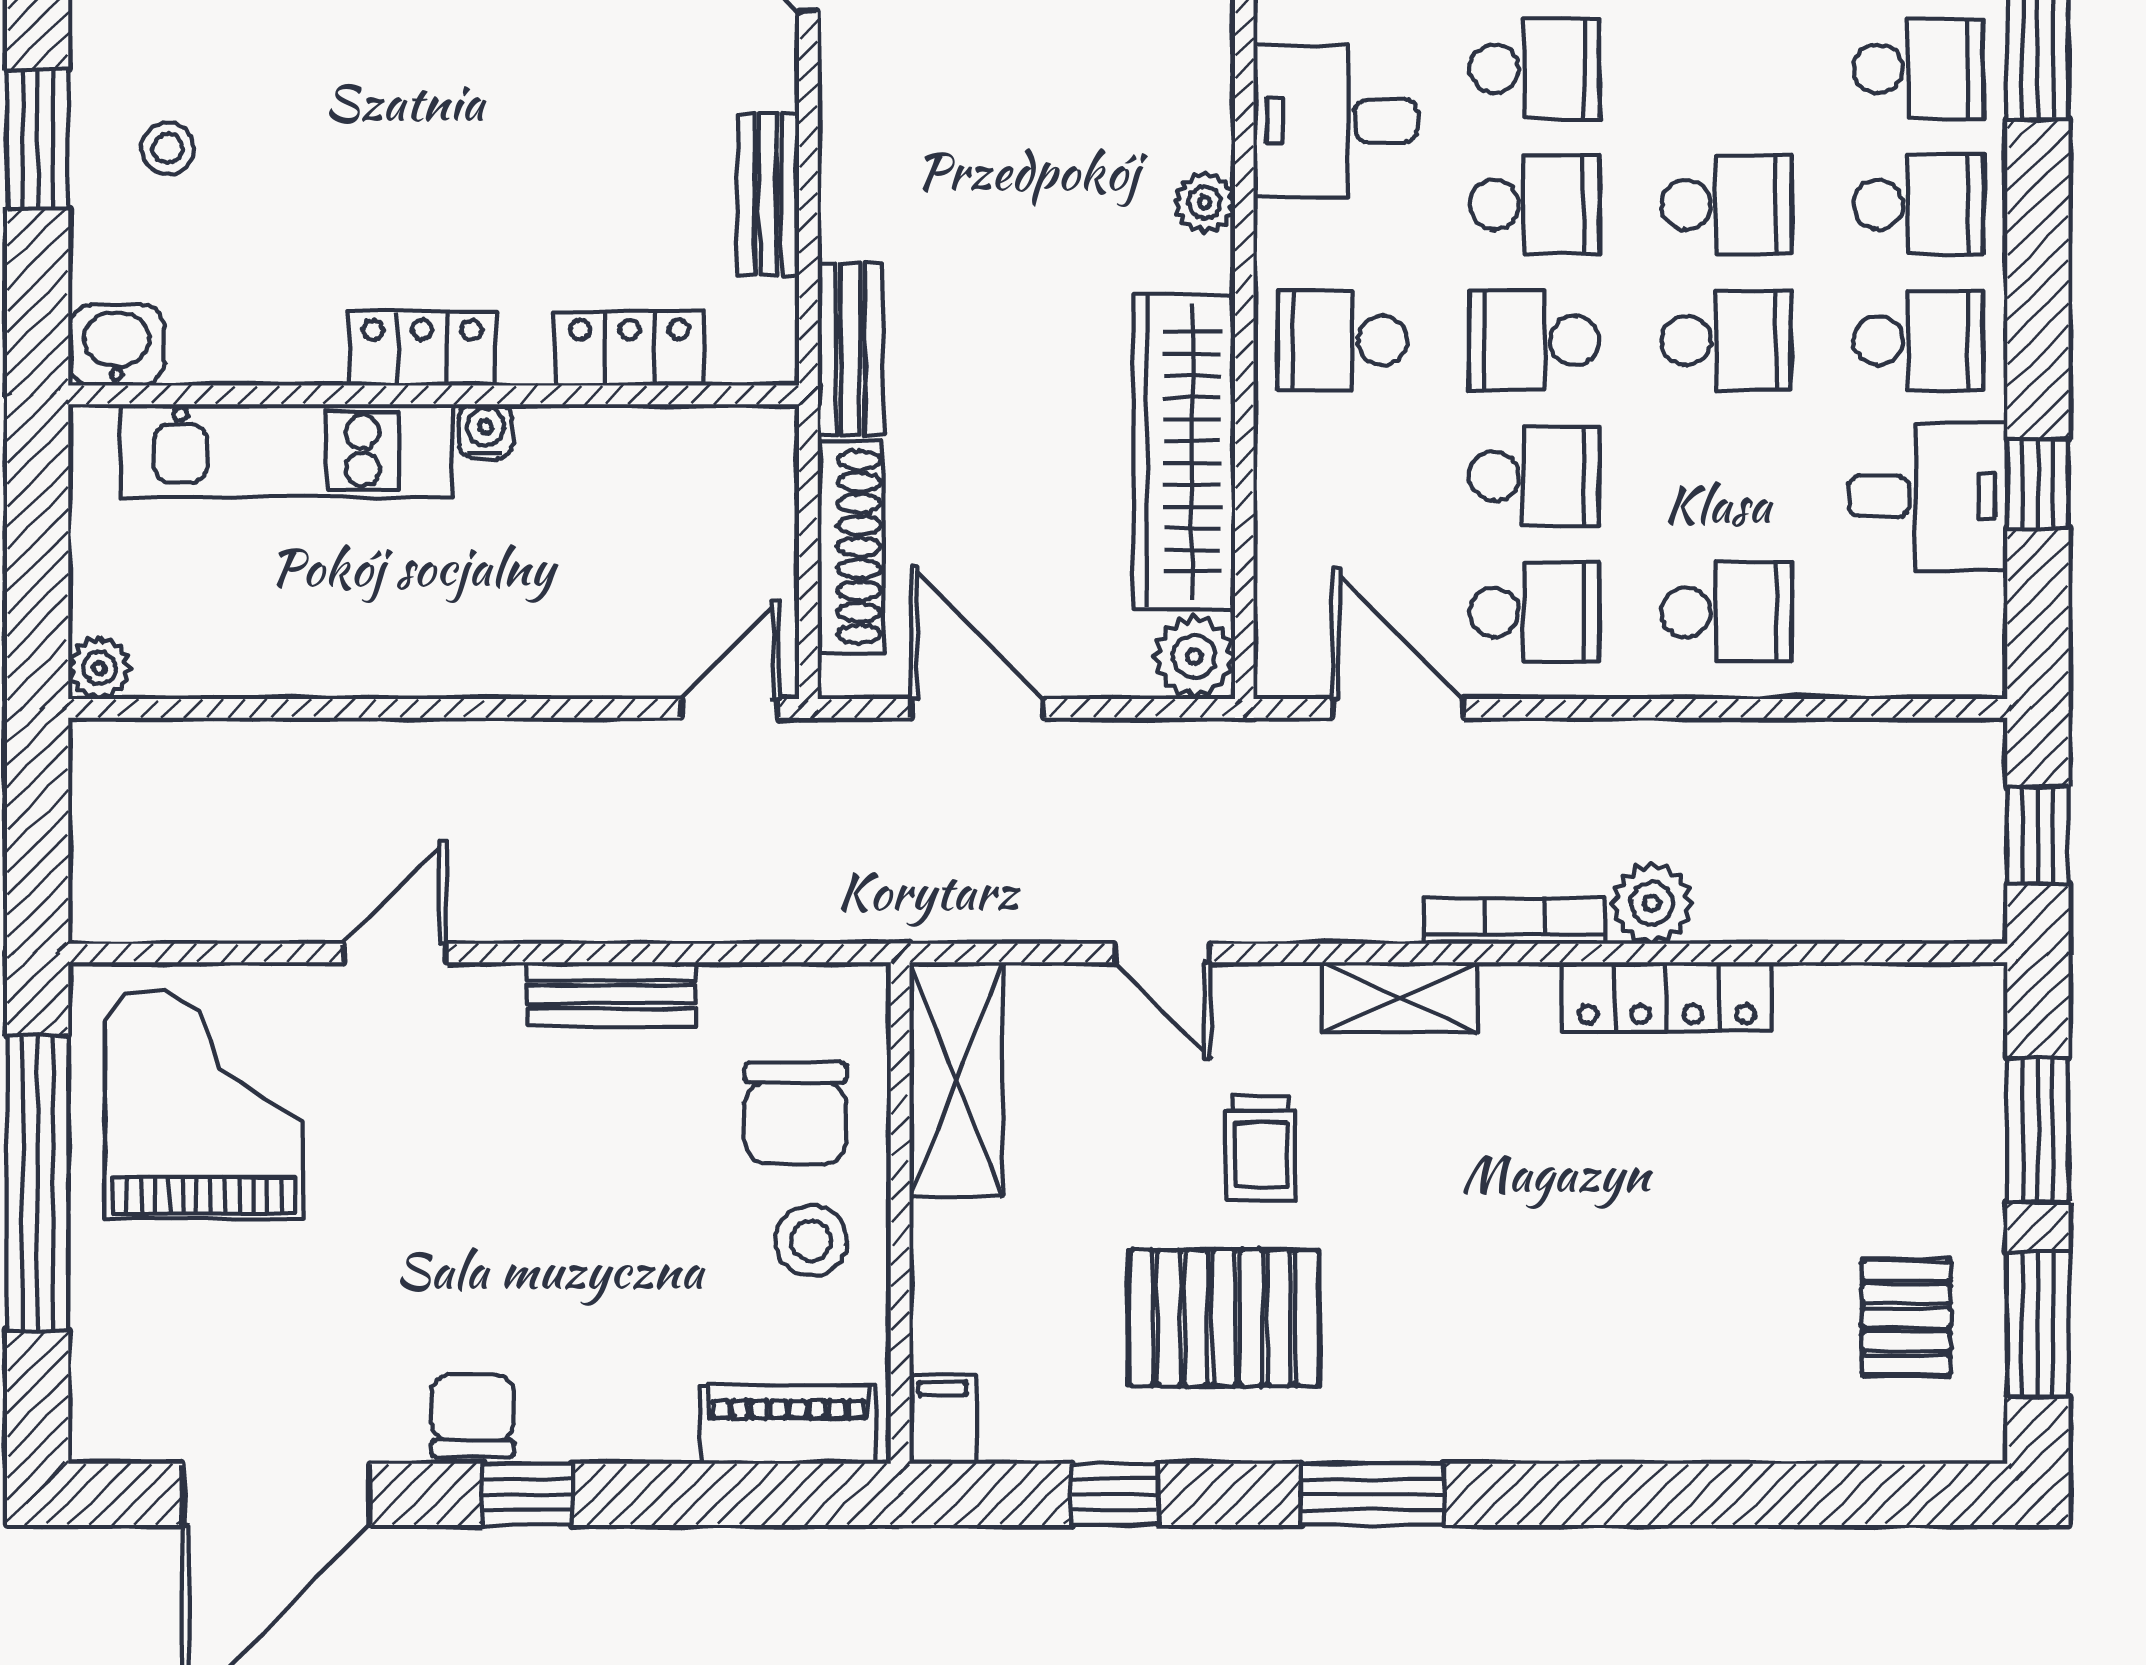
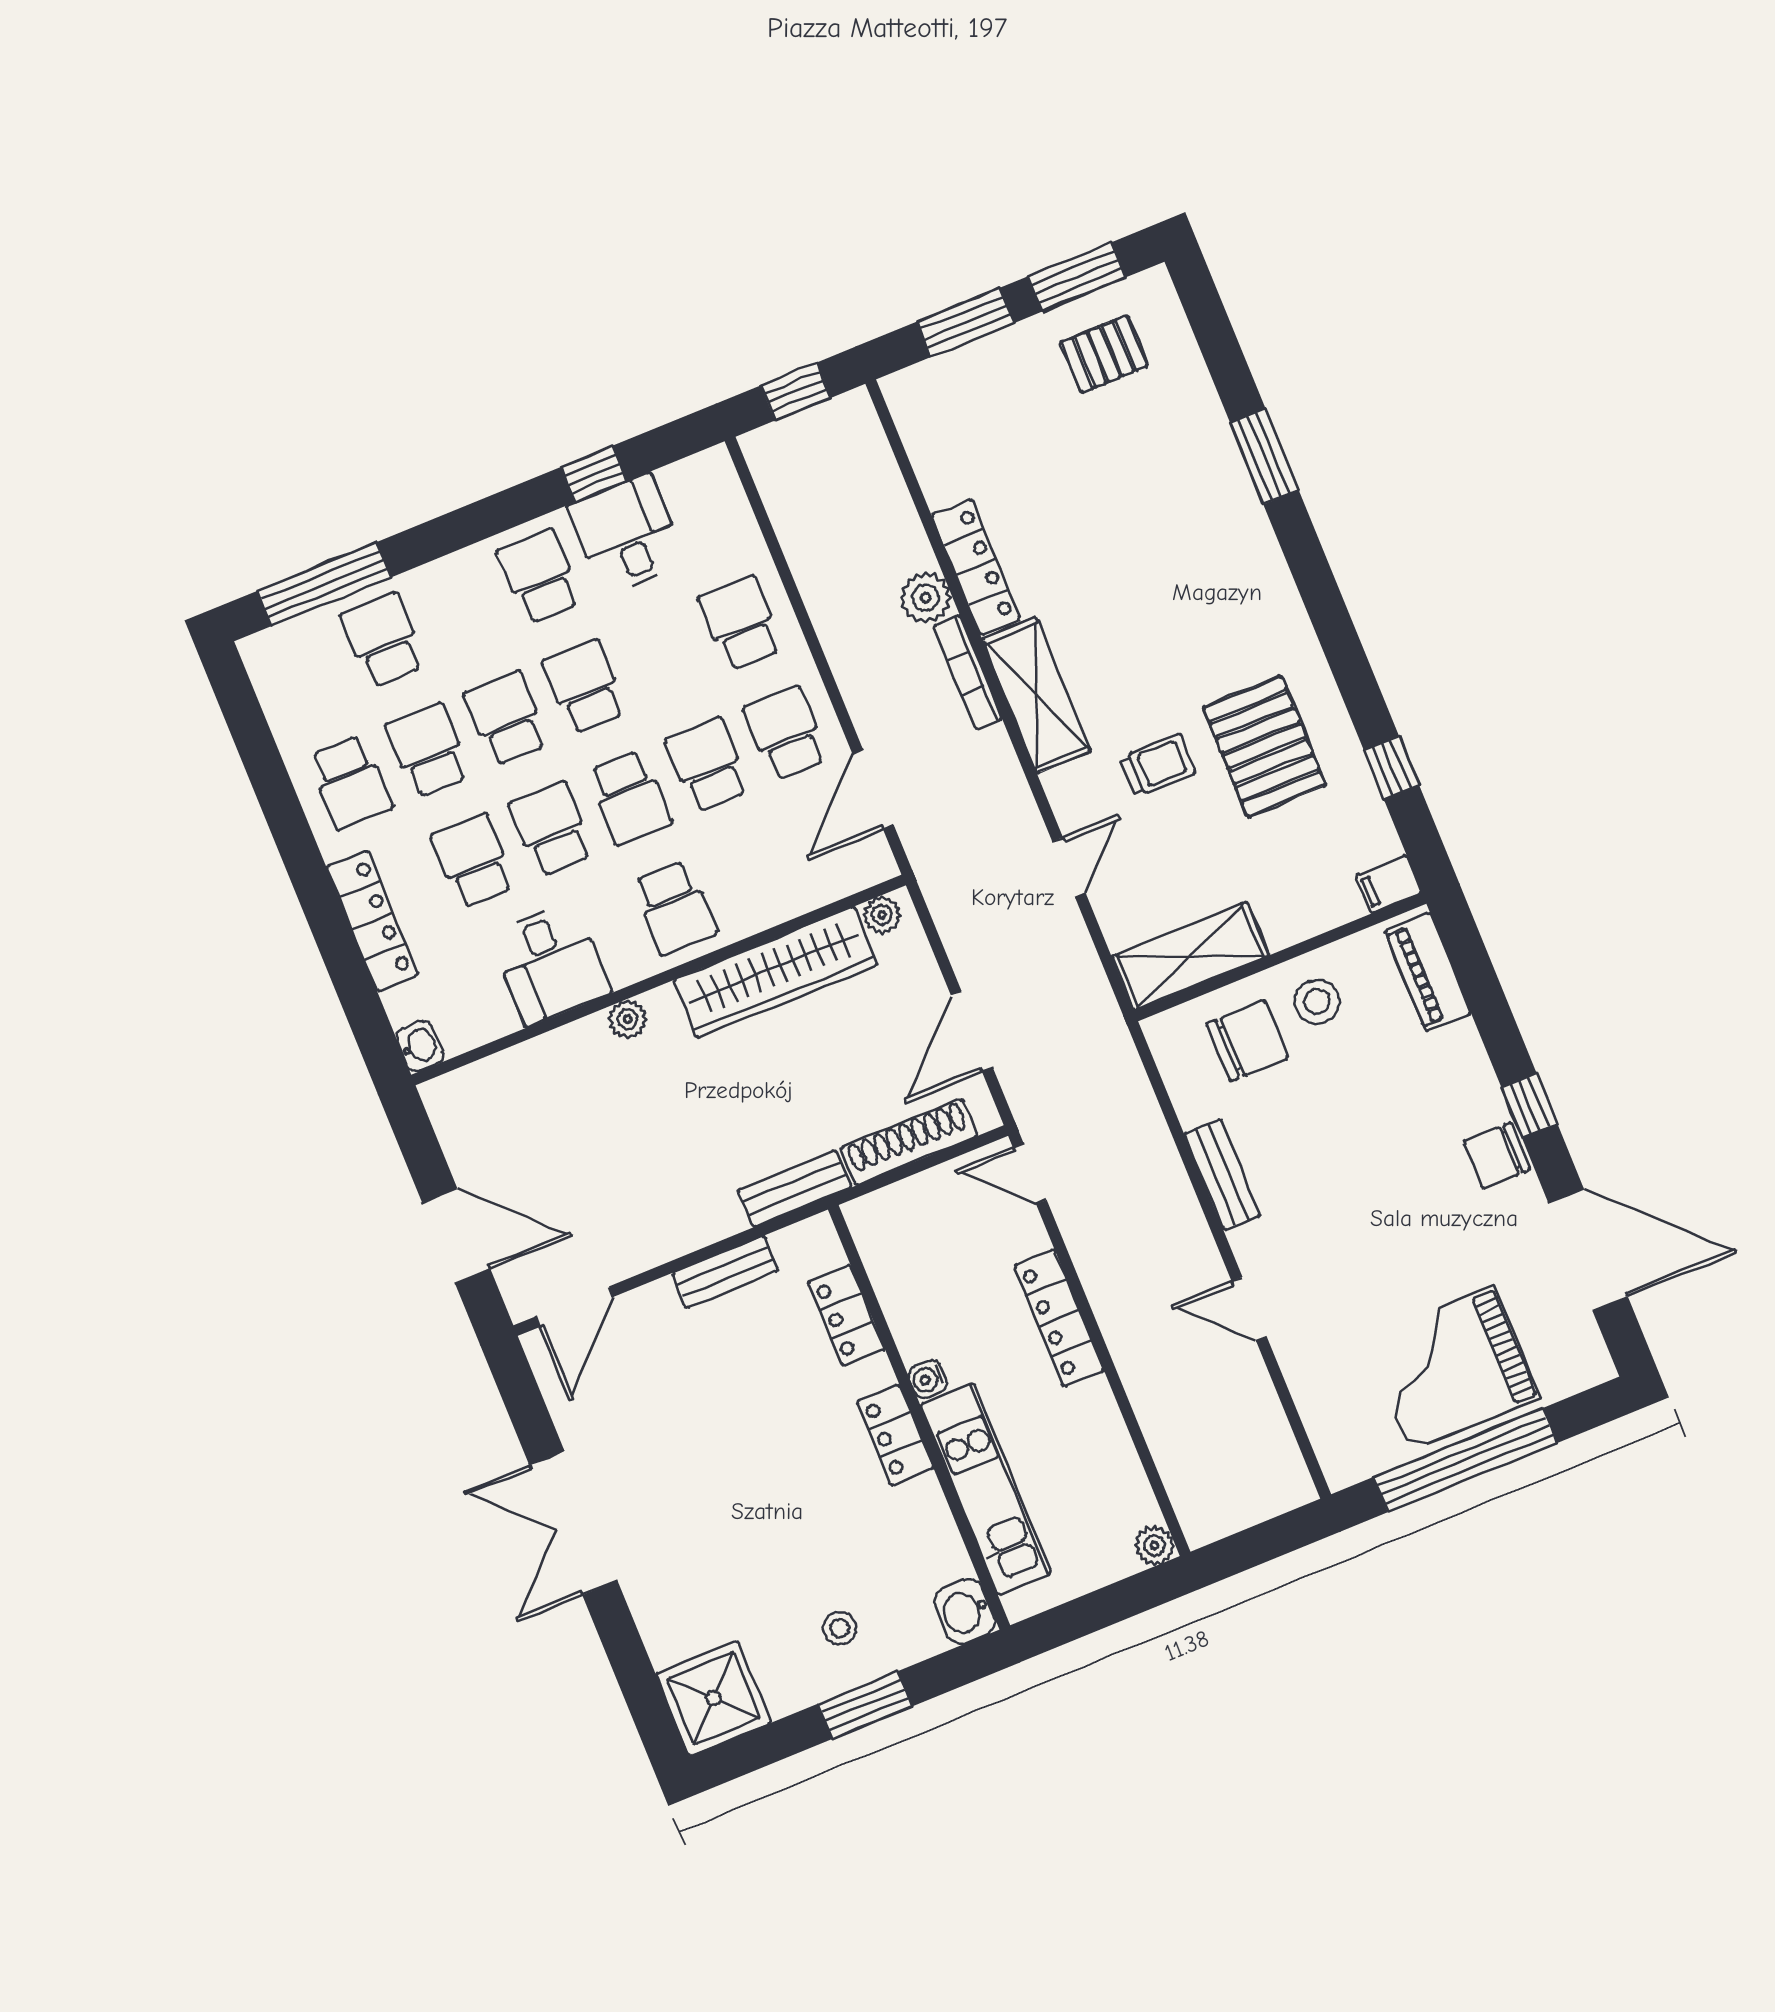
school desk: (1918, 205) -> (428, 751), moved
plant: (1194, 656) -> (882, 915), width x0.73, depth x0.73
locker: (496, 664) -> (1059, 1318), added
shelving: (1400, 997) -> (1036, 695), width x1.50, depth x1.33
grand piano: (204, 1104) -> (1452, 1368), moved
window: (1372, 1494) -> (1264, 456), moved

